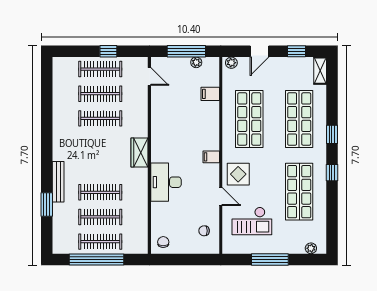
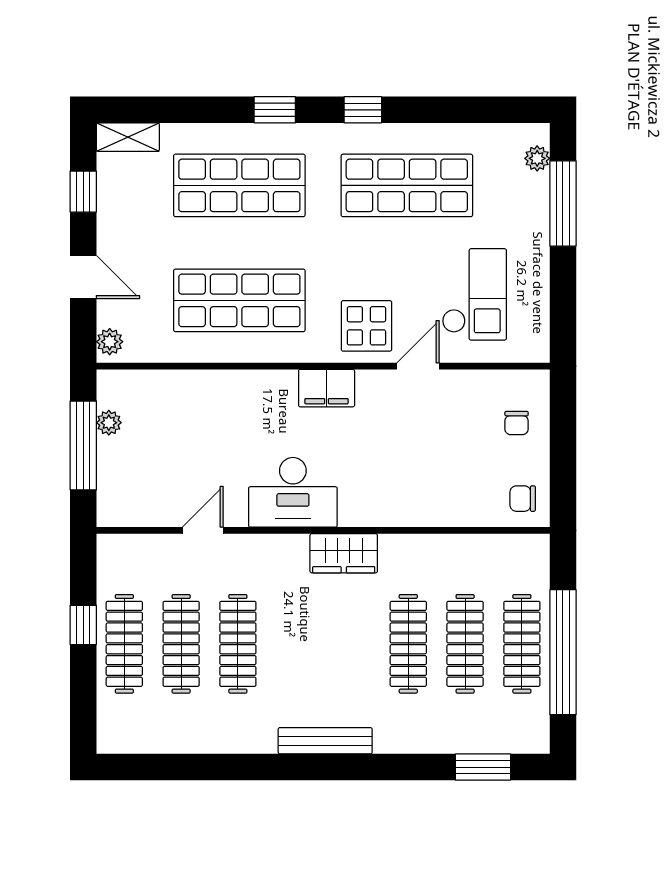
door: (149, 77) -> (203, 530), moved
filing cabinet: (210, 94) -> (181, 390), removed
wardrobe: (140, 153) -> (344, 553), moved
filing cabinet: (211, 157) -> (327, 388), width x2.00
bench: (58, 182) -> (325, 741), moved
desk: (166, 182) -> (293, 492), moved
window: (47, 205) -> (483, 767), moved
chair: (204, 231) -> (517, 423), moved
window: (270, 259) -> (563, 203), moved

